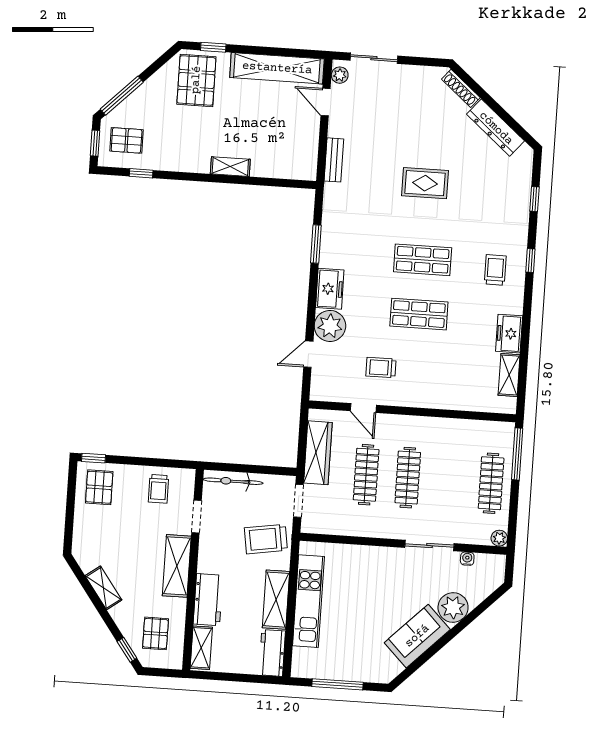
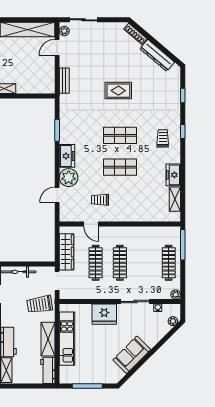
door: (326, 102) -> (57, 47), hinge flipped
fridge: (375, 564) -> (104, 314), added
plant: (453, 607) -> (173, 321), moved, width x0.53, depth x0.53

